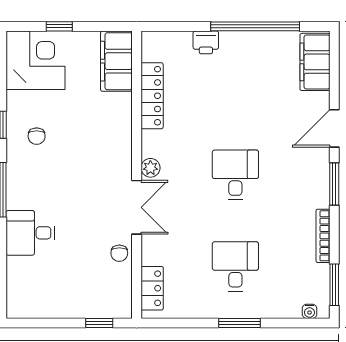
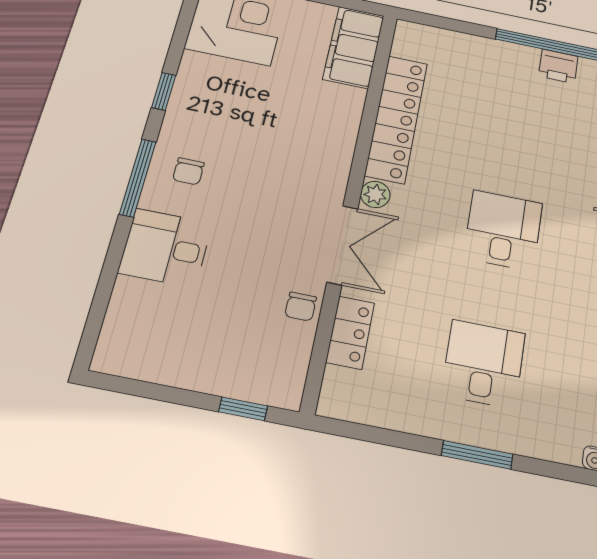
printer: (206, 42) -> (558, 66), moved
locker: (152, 96) -> (396, 119), width x1.41, depth x1.21
chair: (37, 136) -> (188, 171), moved
locker: (152, 288) -> (350, 332), moved

